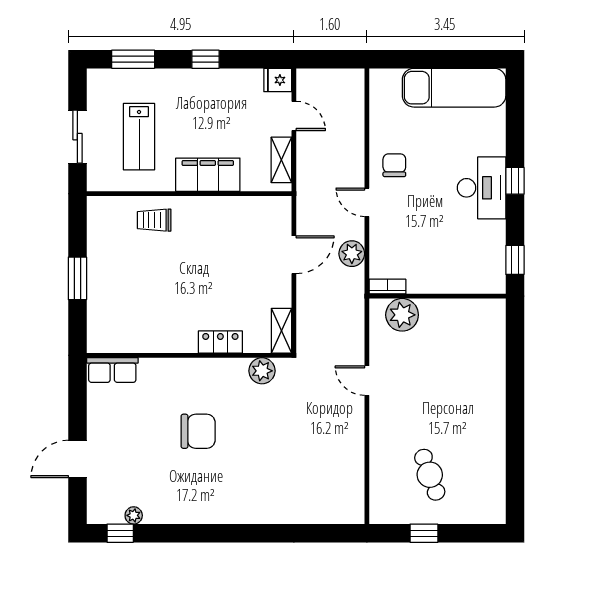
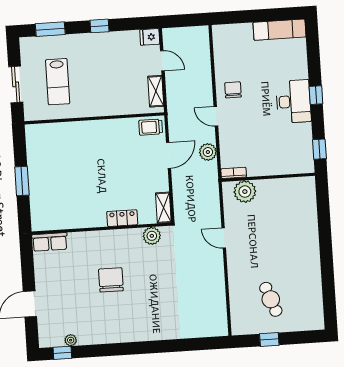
exam couch: (454, 88) -> (279, 30), width x0.73, depth x0.69
filing cabinet: (208, 175) -> (106, 105), removed
trolley: (154, 220) -> (151, 127), moved
chair: (198, 431) -> (111, 280), turned -90

